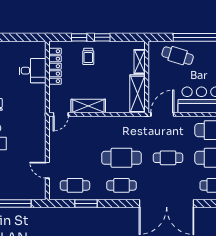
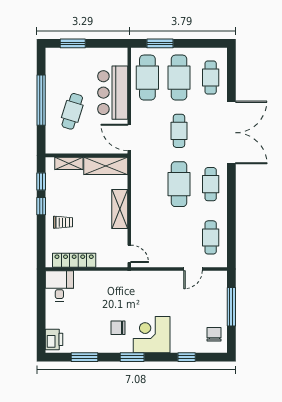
window: (79, 37) -> (41, 182), moved
cafe table: (178, 56) -> (72, 111), moved
desk: (33, 71) -> (59, 286), moved
shelving: (88, 106) -> (120, 209), moved
window: (86, 203) -> (231, 225), removed

